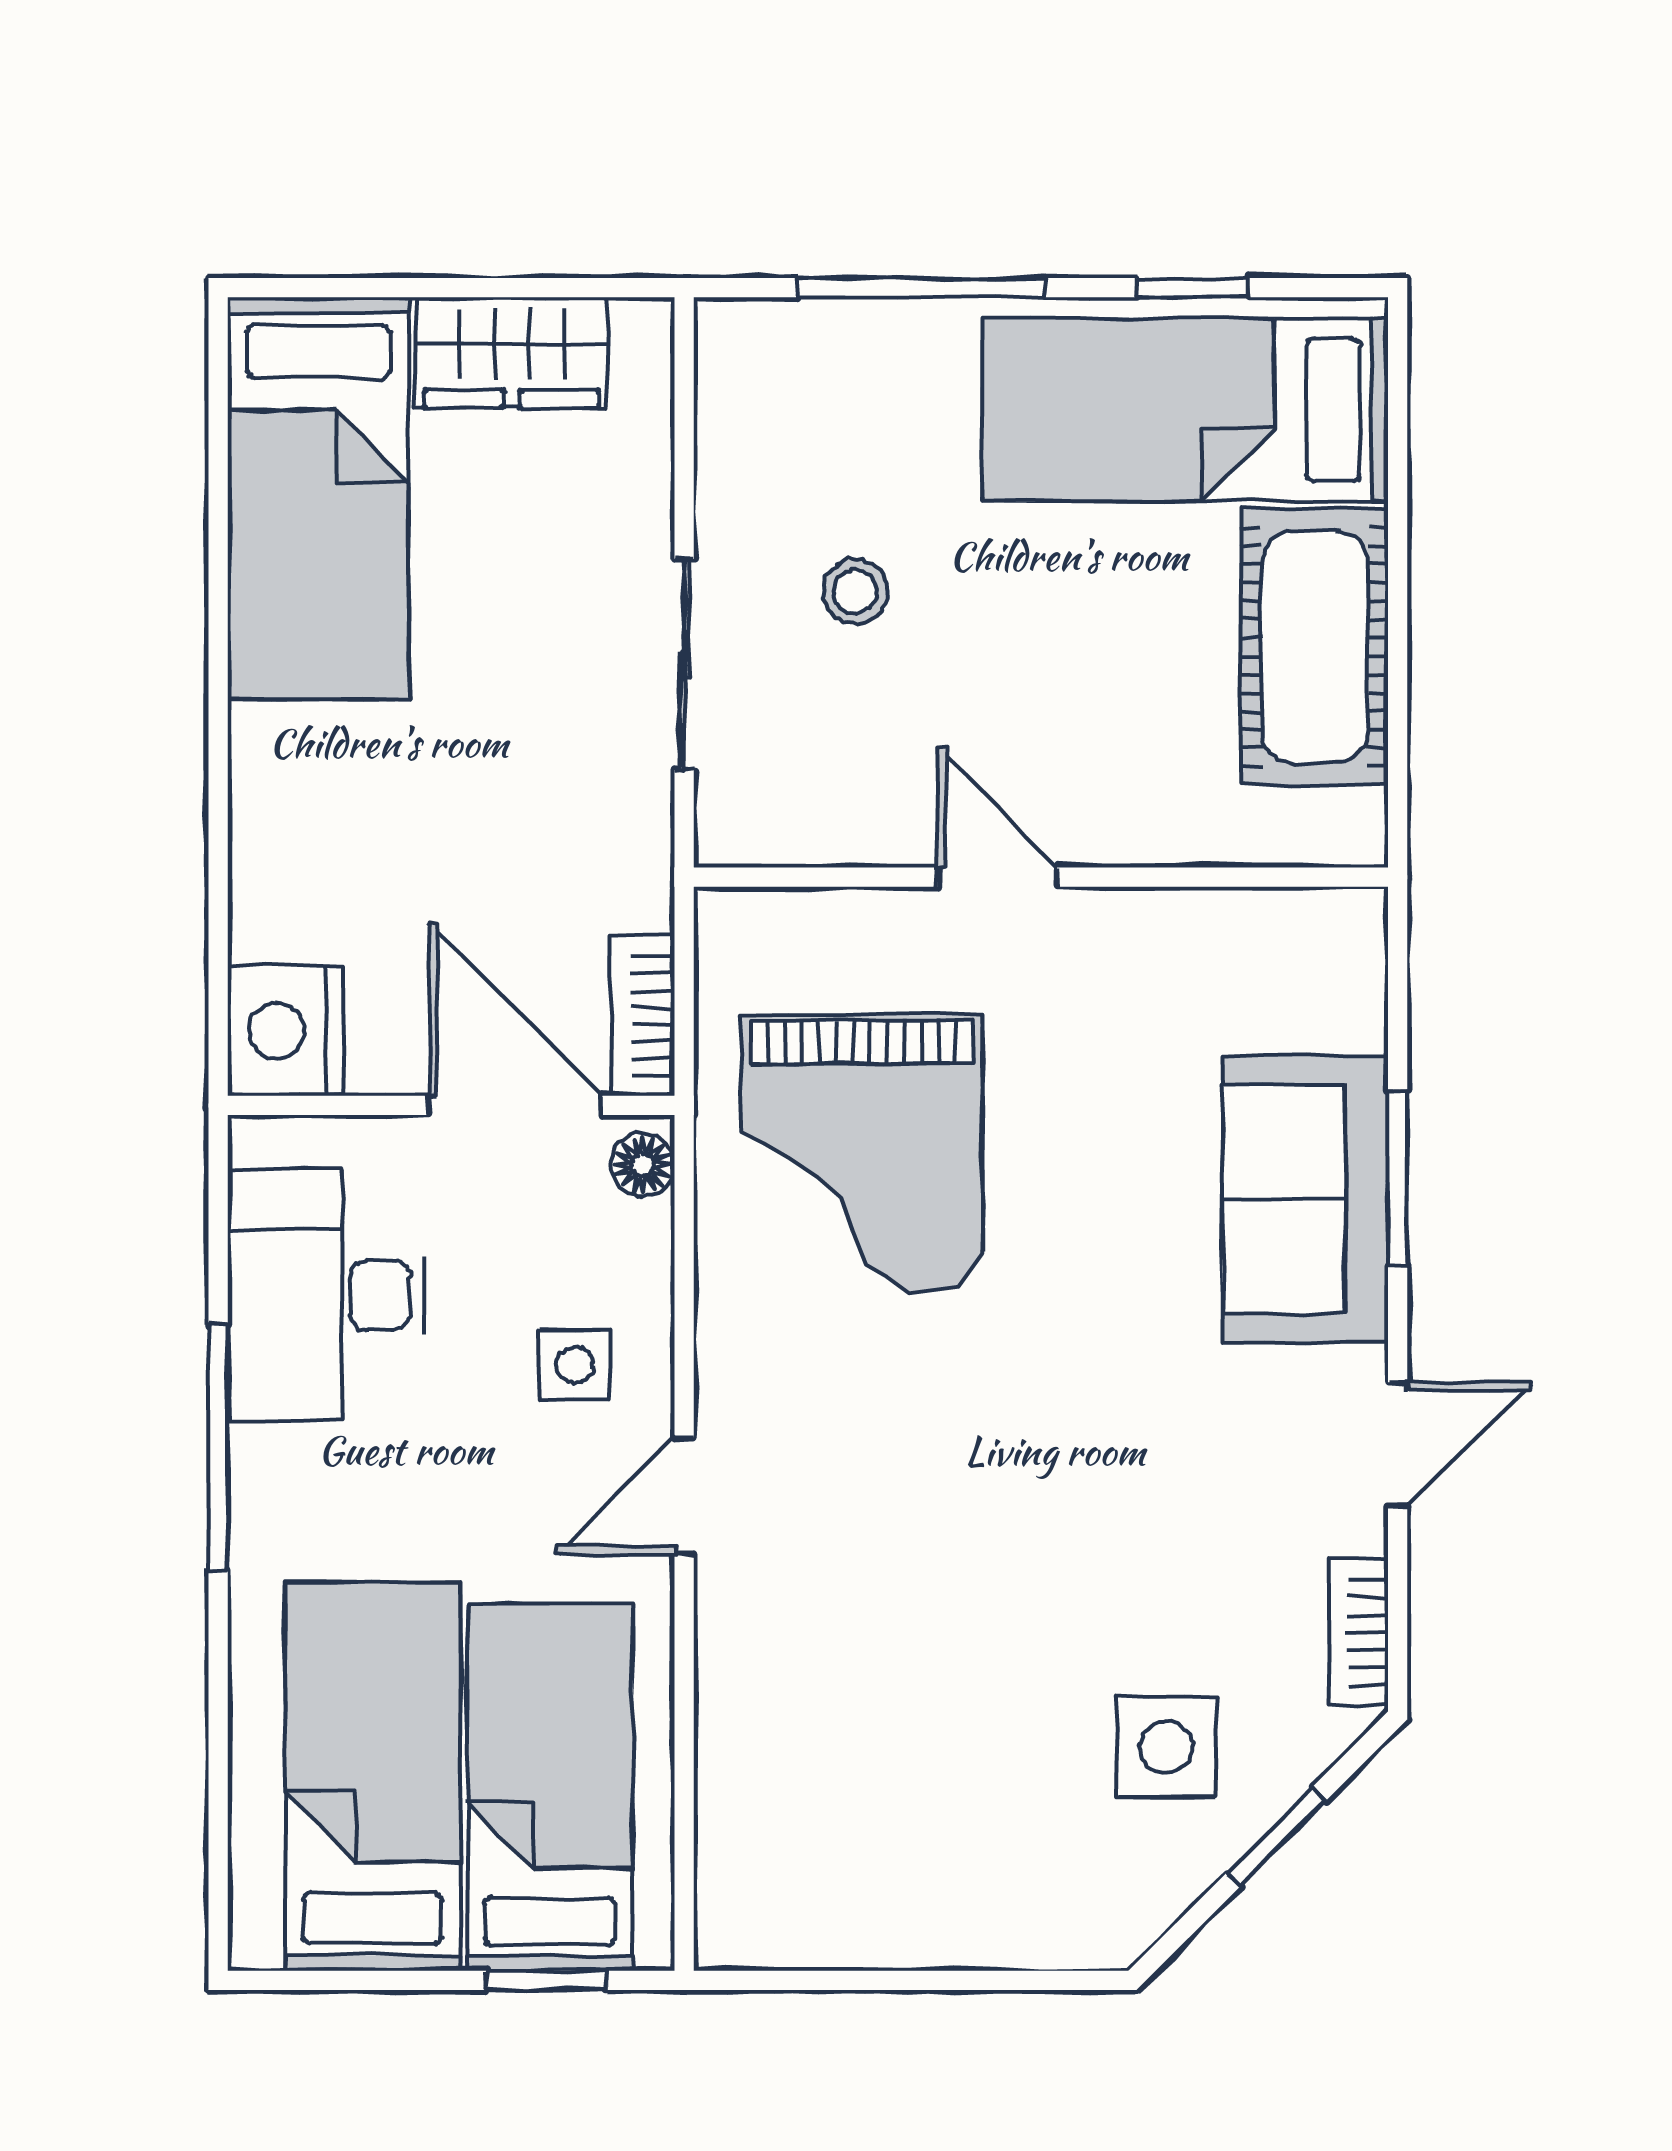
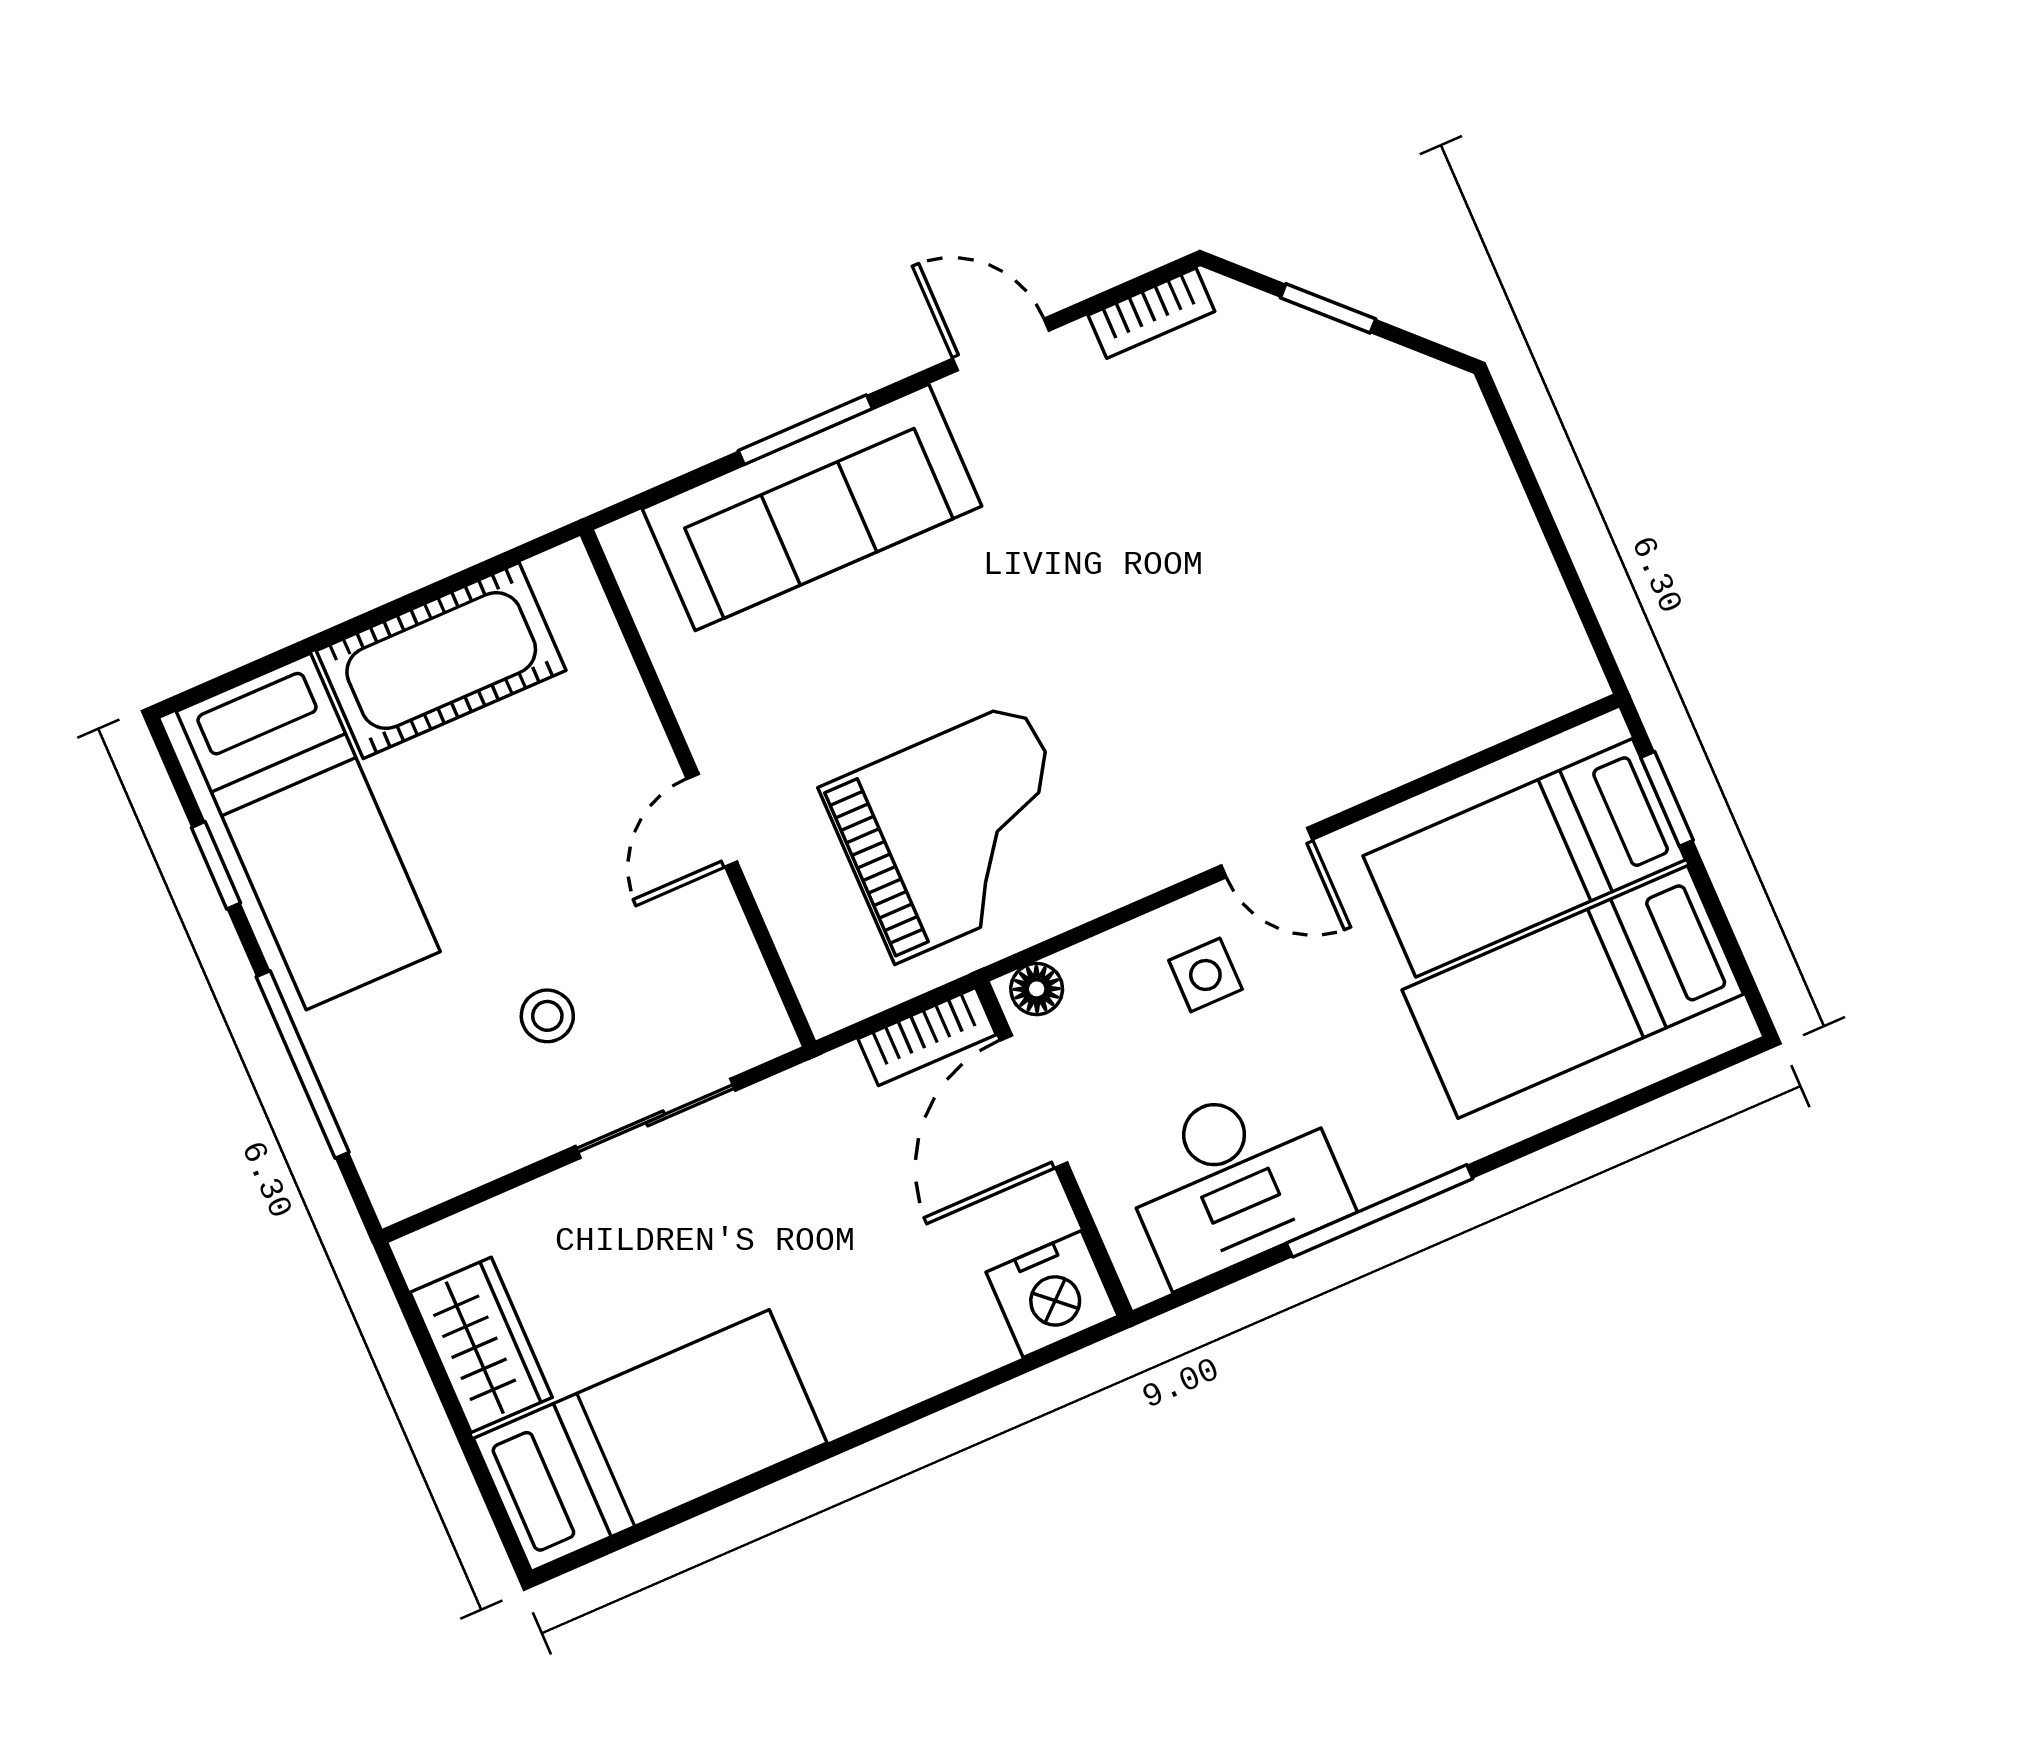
sofa: (1305, 1199) -> (812, 507), width x1.36
side table: (1166, 1747) -> (1297, 418), removed

